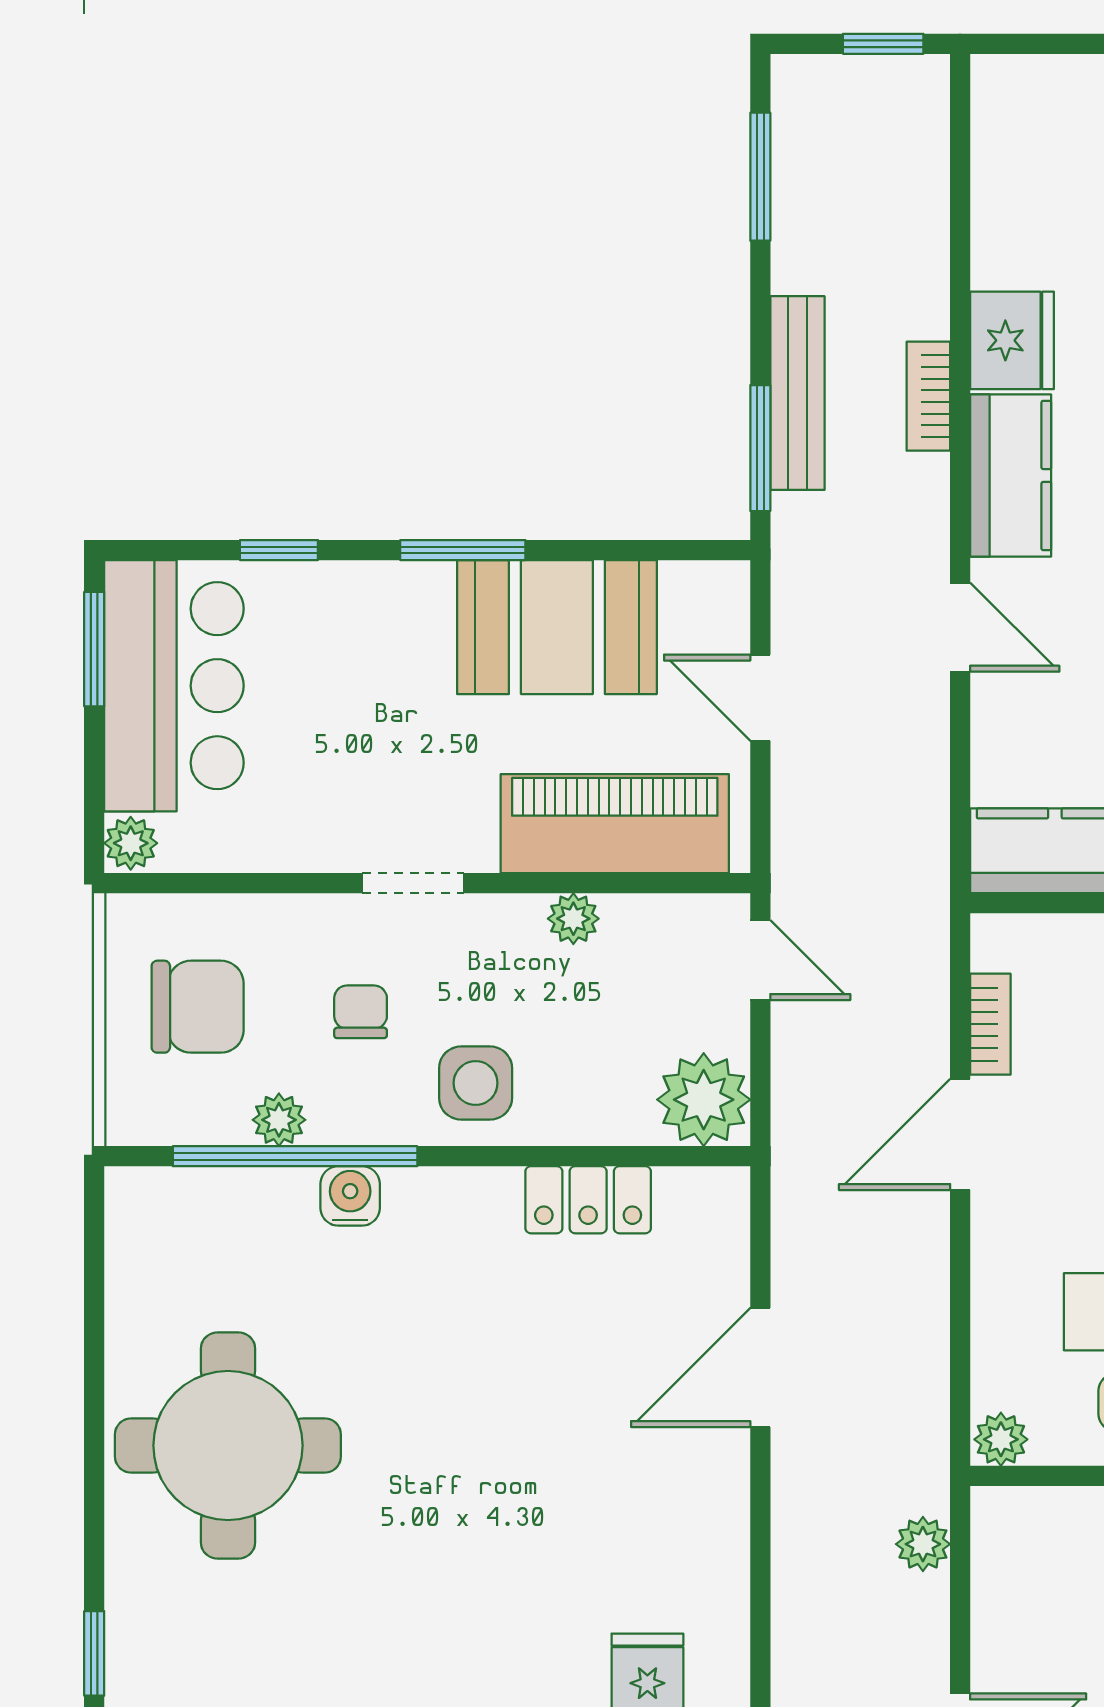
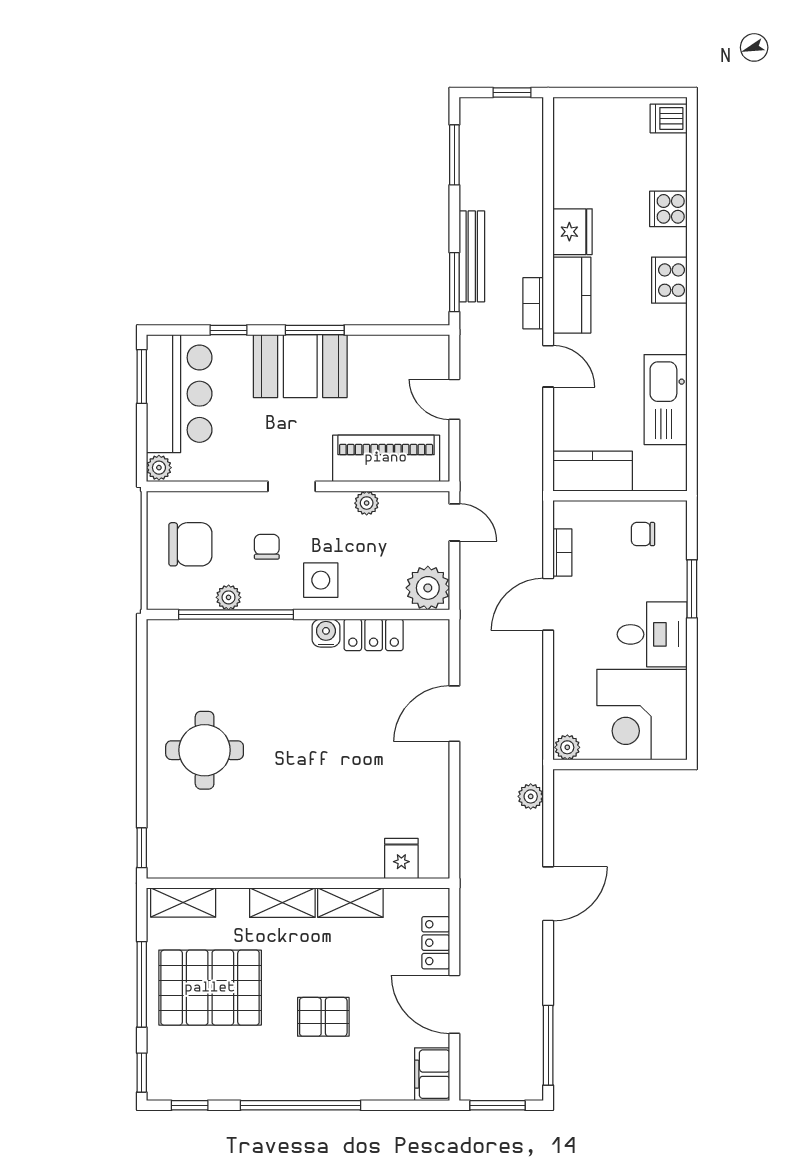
bookcase: (928, 396) -> (533, 303), moved
booth: (557, 627) -> (300, 366), moved
water cooler: (350, 1196) -> (326, 633), moved
round table: (228, 1445) -> (205, 750), width x0.73, depth x0.73

